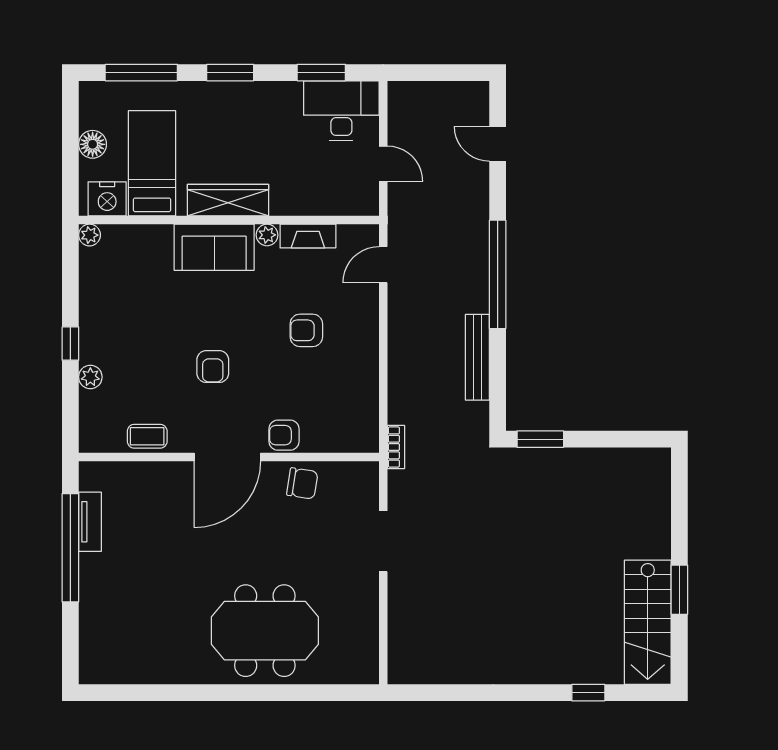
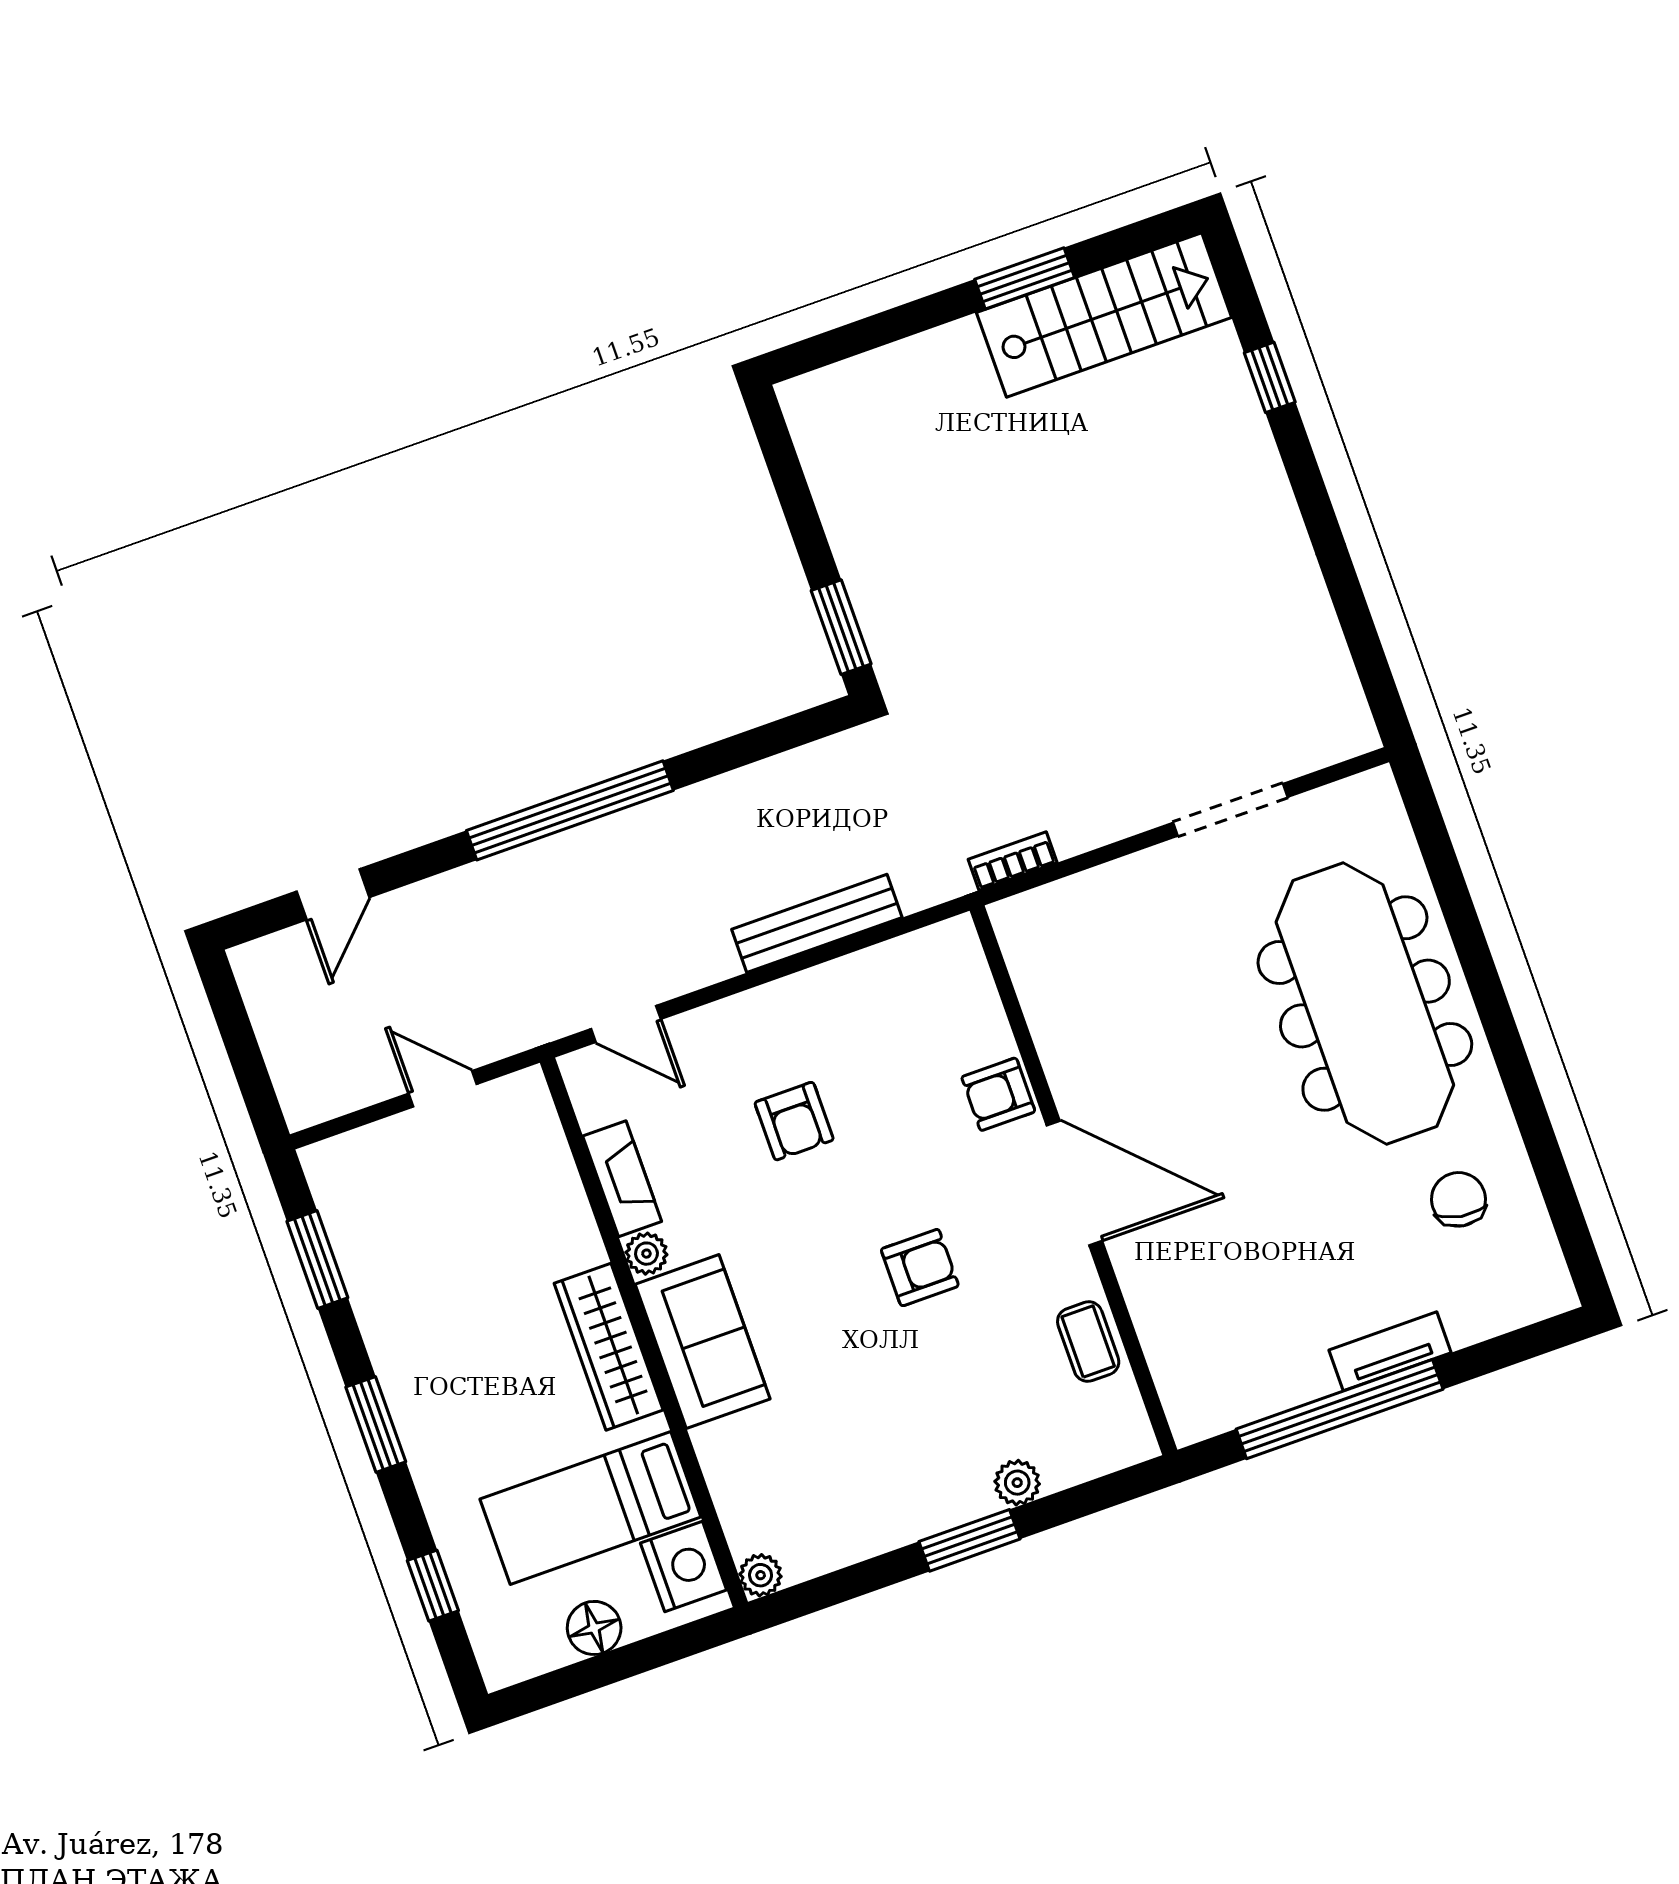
window: (141, 73) -> (433, 1586), width x0.46
desk: (341, 110) -> (373, 1199), removed
door: (383, 164) -> (443, 1089), hinge flipped
window: (70, 344) -> (969, 1540), width x1.50
bench: (477, 357) -> (817, 923), moved
armchair: (284, 435) -> (998, 1094), turned 90
bookcase: (396, 447) -> (1013, 861), moved
chair: (302, 483) -> (1459, 1199), moved
tv unit: (90, 522) -> (1390, 1351), moved
doorway: (383, 541) -> (1230, 810), moved
meeting table: (265, 631) -> (1365, 1003), width x1.36

